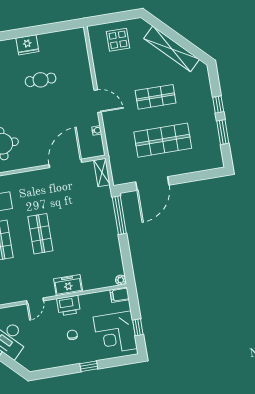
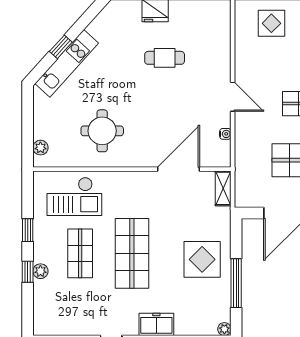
window: (119, 215) -> (236, 283), moved
display table: (95, 229) -> (202, 259), added
shop shelf: (40, 234) -> (132, 253), width x1.43, depth x1.36

